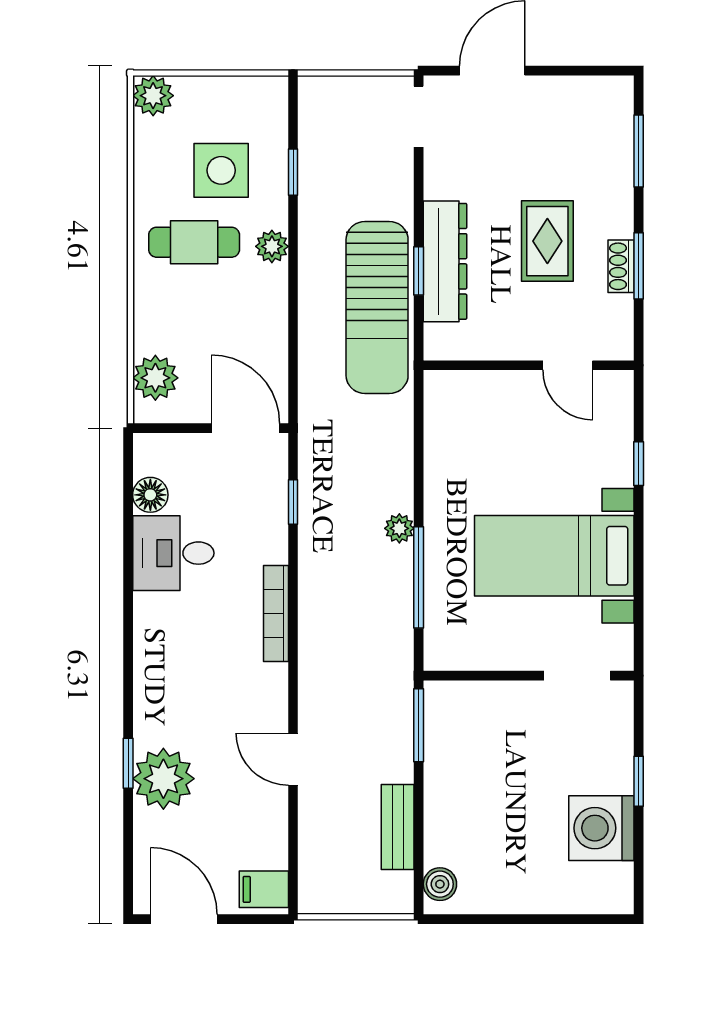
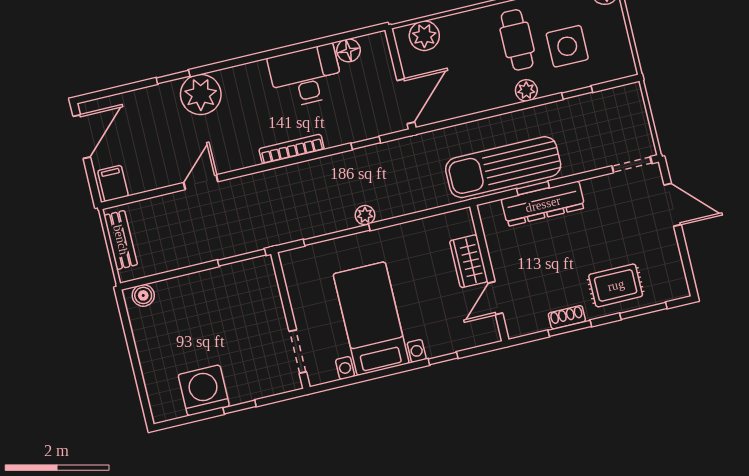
rug: (547, 241) -> (616, 285), moved
wardrobe: (504, 391) -> (469, 261), added
desk: (173, 553) -> (306, 76), width x1.37
plant: (163, 779) -> (201, 94), moved
bench: (398, 827) -> (121, 240), moved, turned 90

